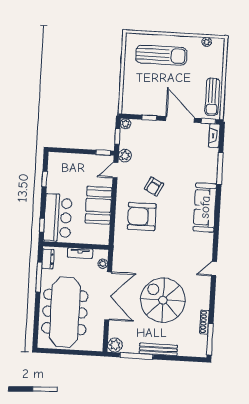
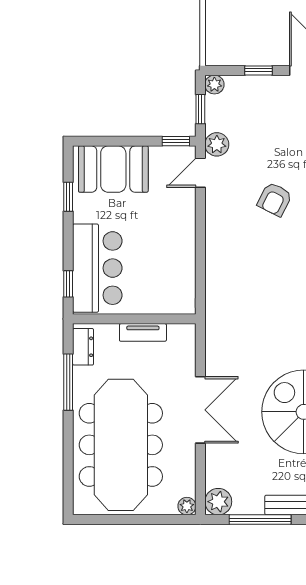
booth: (99, 205) -> (113, 169), moved, turned 90
armchair: (142, 216) -> (255, 257), removed
plant: (103, 264) -> (187, 506), moved
double door: (108, 296) -> (200, 410), width x0.73

